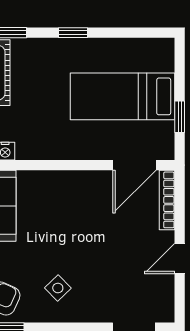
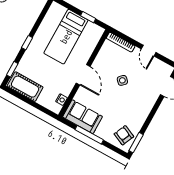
door: (135, 165) -> (83, 75), moved
side table: (58, 288) -> (122, 80), moved

